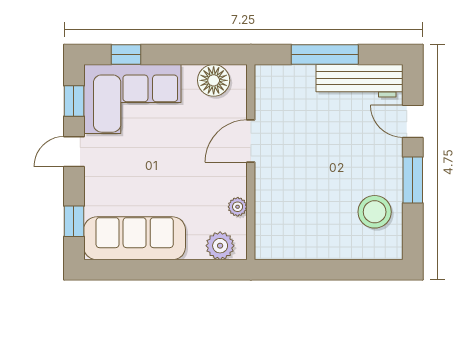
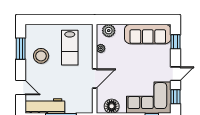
window: (413, 180) -> (21, 49), moved
lab bench: (305, 208) -> (70, 48), added
stool: (375, 212) -> (41, 56), moved

